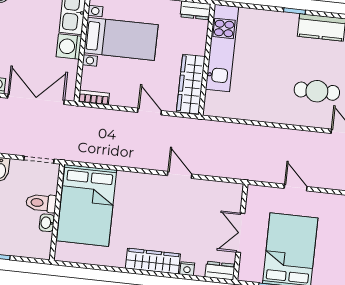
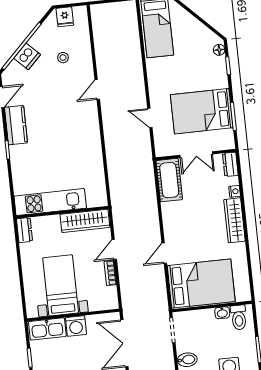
cafe table: (317, 91) -> (68, 118), removed
bookcase: (94, 98) -> (110, 273), moved
door: (180, 175) -> (164, 253), moved
door: (296, 187) -> (150, 118), hinge flipped
cot: (217, 194) -> (169, 180), added
toilet: (41, 203) -> (239, 317), moved

